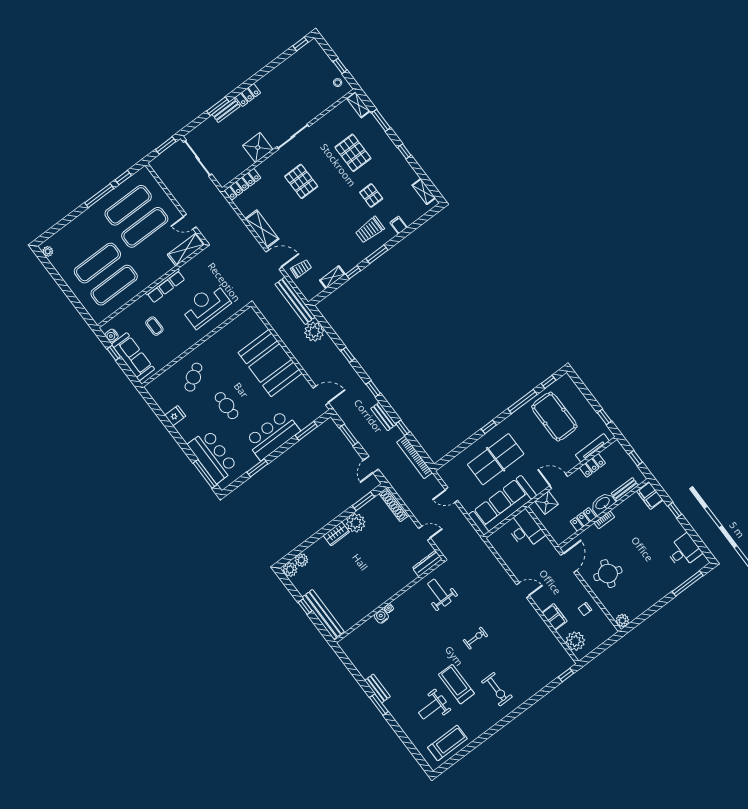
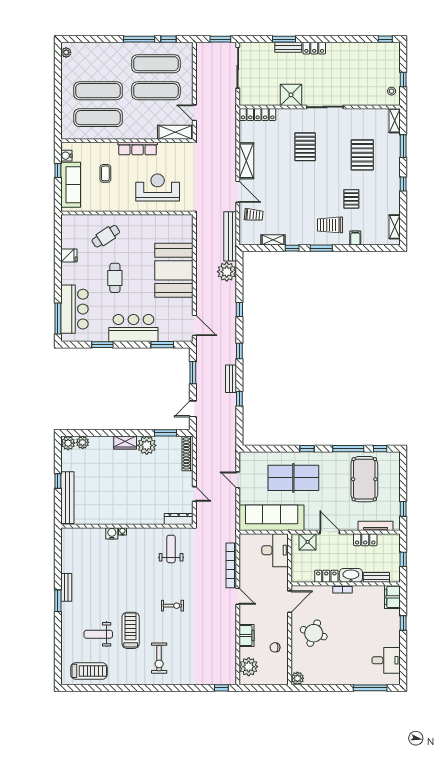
bookcase: (415, 457) -> (231, 565), moved

